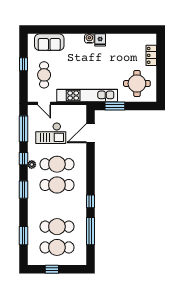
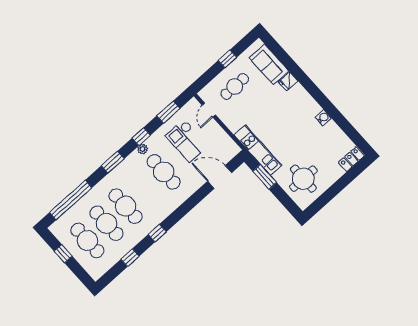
water cooler: (89, 38) -> (323, 118), moved
fridge: (100, 40) -> (288, 81), moved
locker: (151, 55) -> (351, 159), moved
kitchen unit: (87, 96) -> (258, 150), width x0.73
window: (23, 129) -> (168, 112), width x0.69
cafe table: (57, 185) -> (126, 206), moved
window: (90, 231) -> (130, 258), width x0.46
window: (23, 236) -> (71, 200), width x2.11

